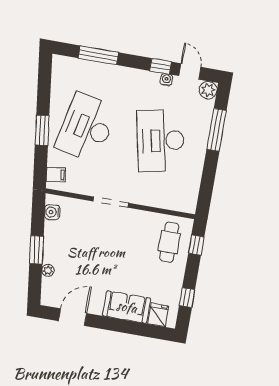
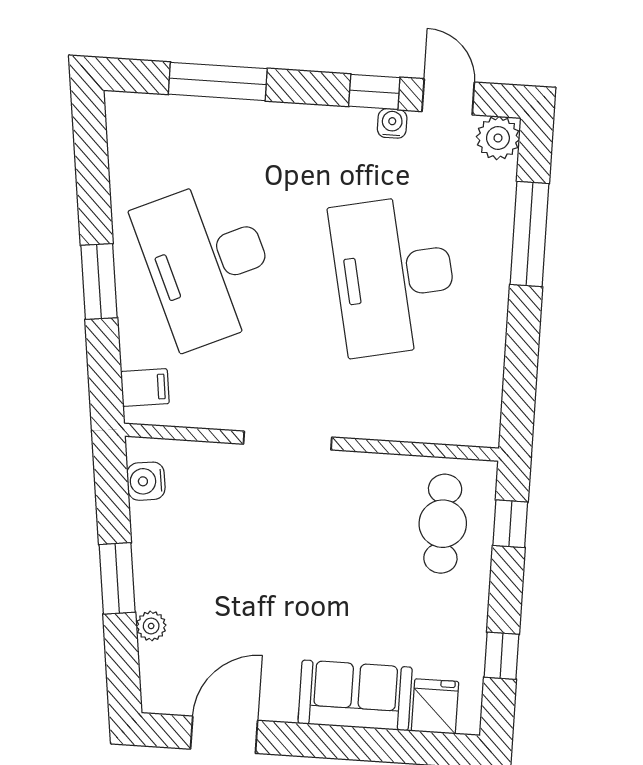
desk: (86, 128) -> (208, 263), turned -36

